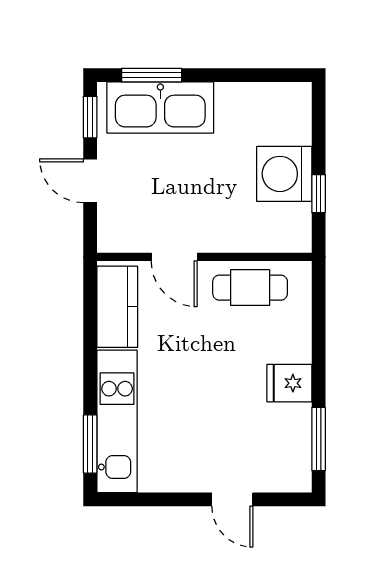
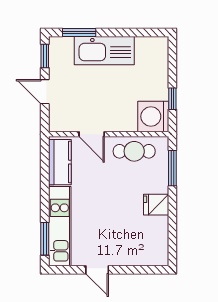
kitchen sink: (160, 107) -> (104, 51), moved
washing machine: (284, 174) -> (153, 116), moved
window: (319, 439) -> (172, 168), moved
door: (232, 499) -> (97, 270), moved

